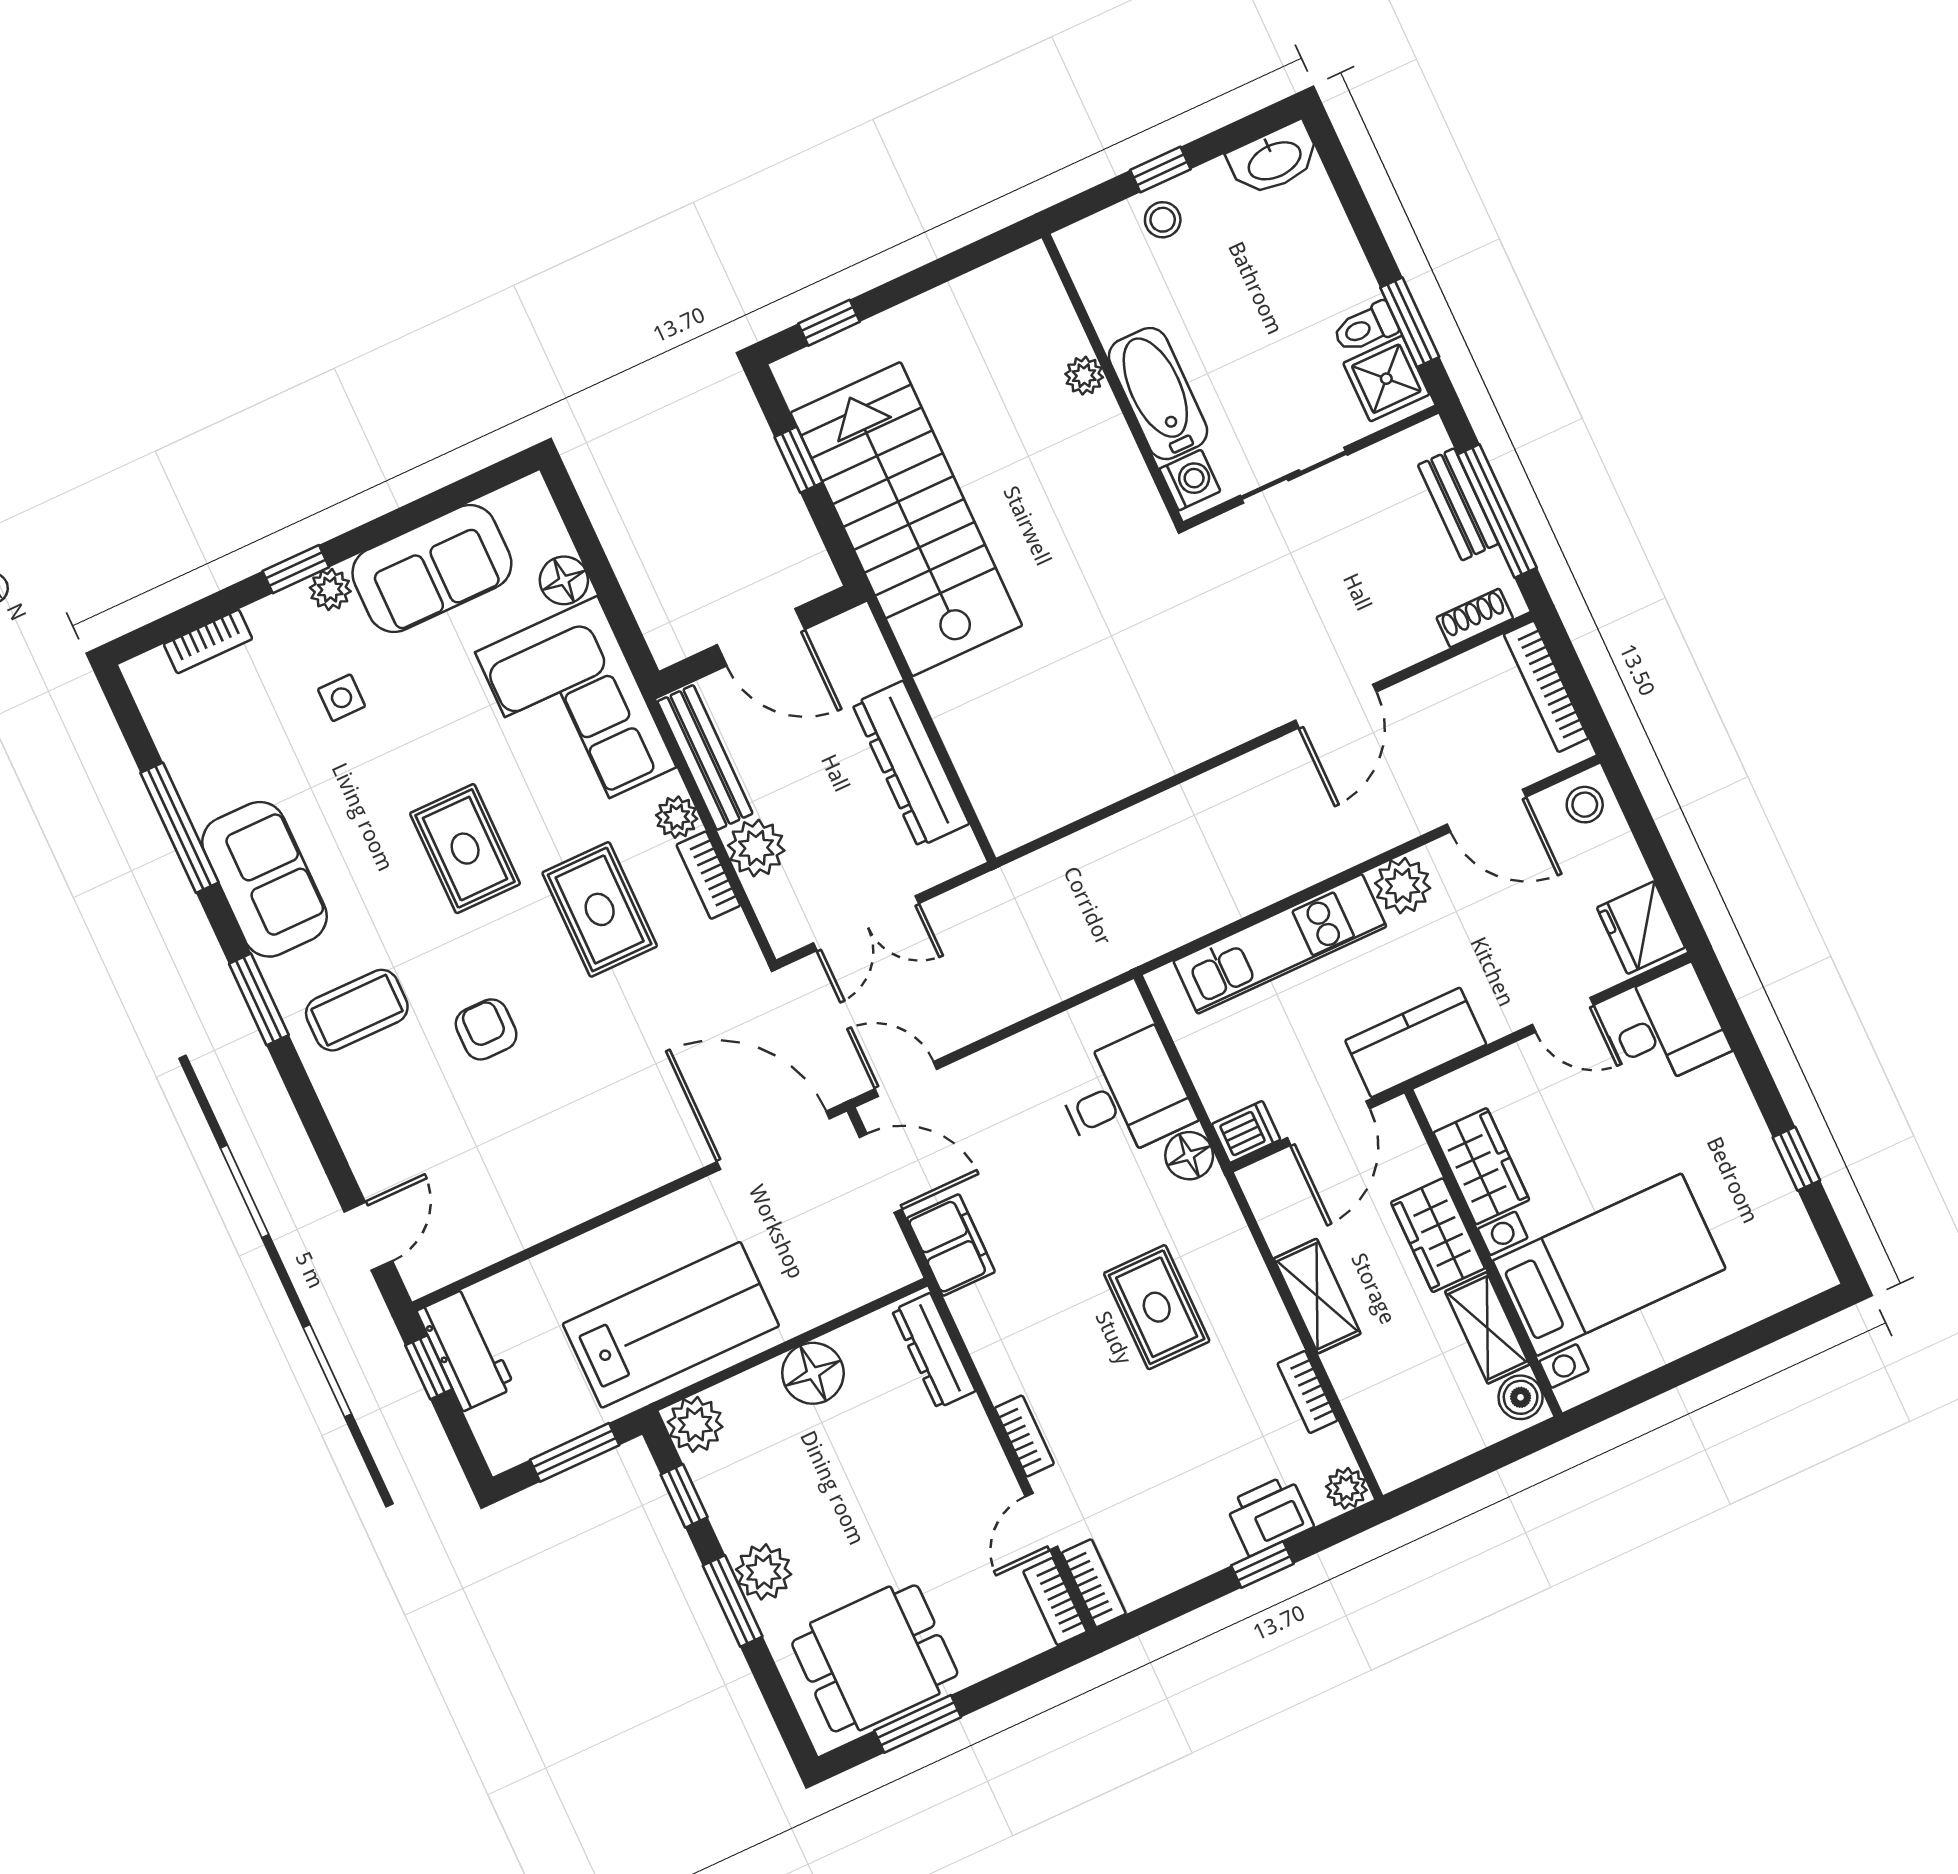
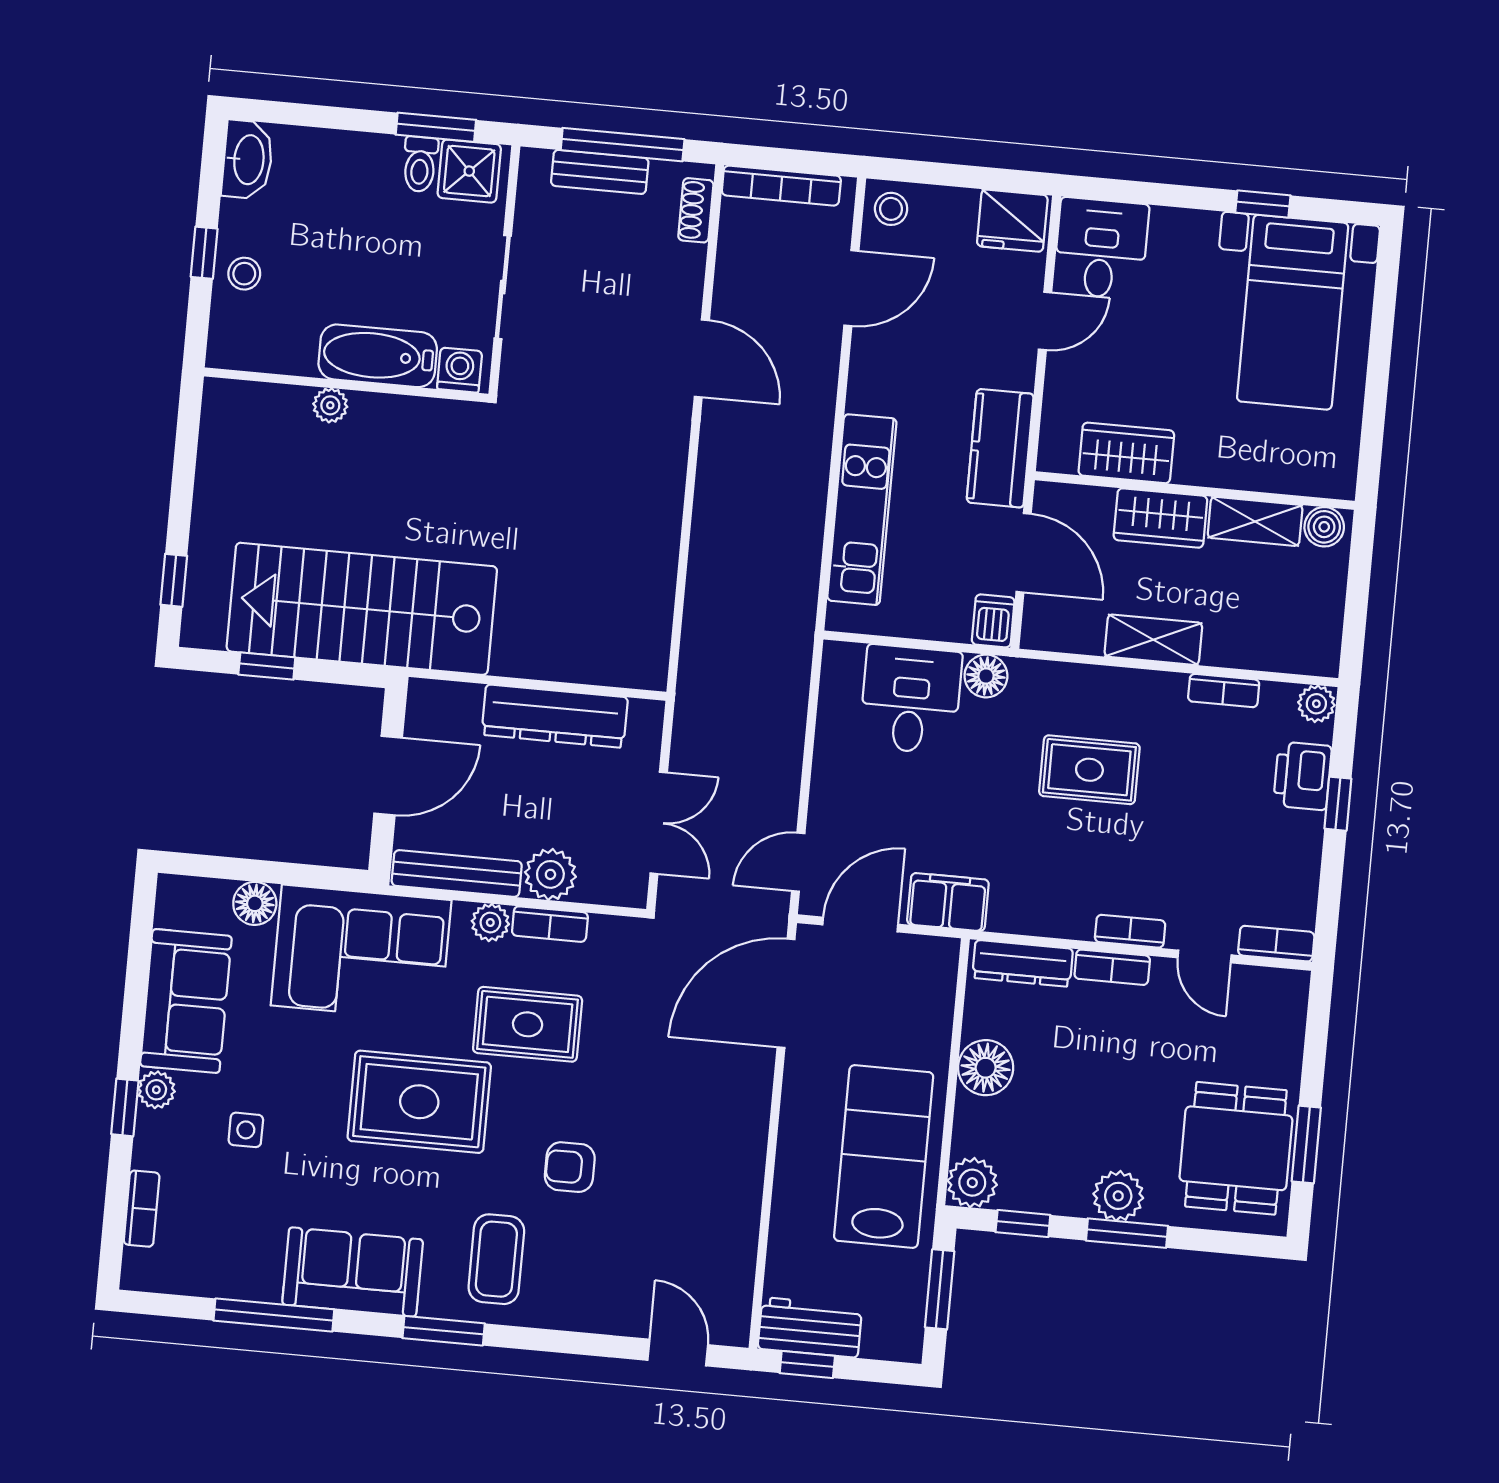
rug: (465, 849) -> (419, 1102), width x1.36, depth x1.43
plant: (1403, 886) -> (872, 388), removed
bed with nightstands: (1609, 1265) -> (1293, 312), moved, turned 180
bookcase: (1055, 1602) -> (1112, 967), moved

